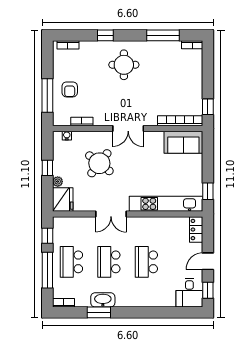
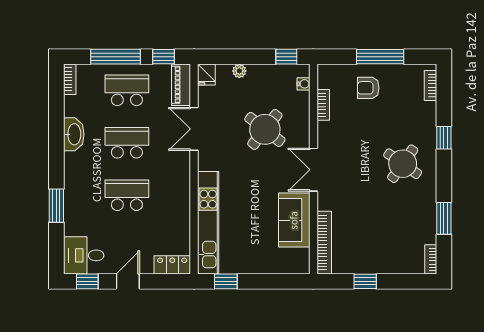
window: (163, 35) -> (444, 218), width x0.69
round table: (124, 65) -> (403, 164), turned 35
window: (47, 95) -> (380, 57), moved
window: (208, 107) -> (365, 281), moved
sofa: (183, 142) -> (294, 220), moved
window: (47, 168) -> (286, 57), moved
fridge: (63, 199) -> (206, 75), width x0.53, depth x0.75
double door: (111, 214) -> (194, 129), moved
piano: (67, 223) -> (181, 85), added
door: (208, 261) -> (128, 281), hinge flipped
window: (99, 312) -> (56, 206), moved

